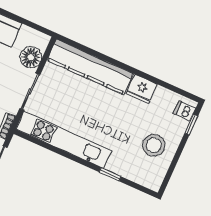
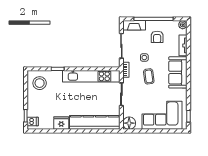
floor lamp: (31, 57) -> (129, 123), moved
stool: (154, 145) -> (40, 83), moved

